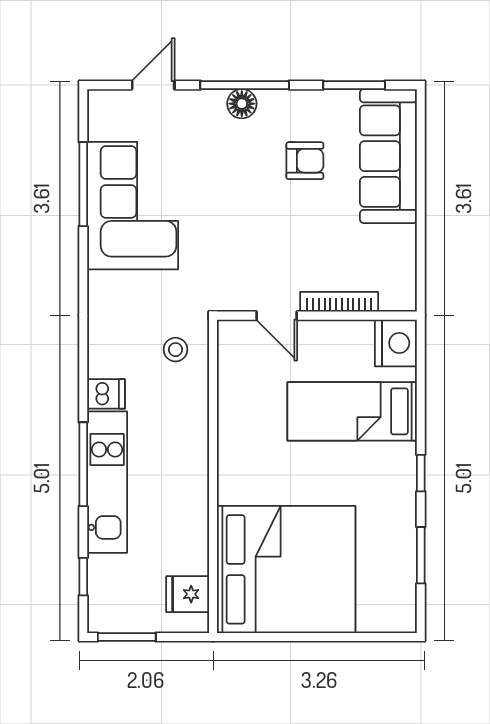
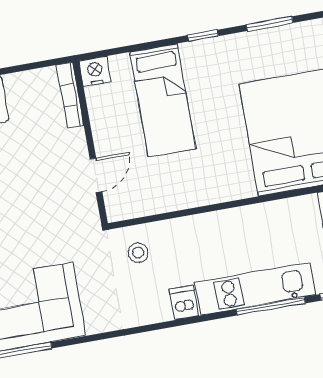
bookcase: (339, 302) -> (70, 95), moved
nightstand: (396, 343) -> (95, 71), width x0.74, depth x0.75
window: (83, 464) -> (271, 306), moved

